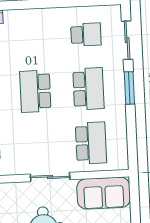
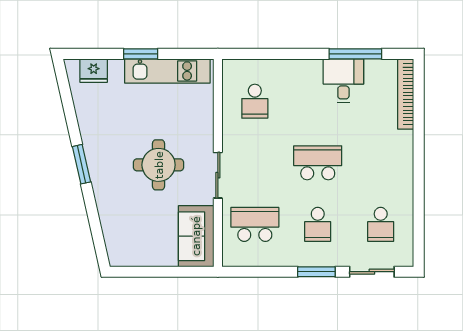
school desk: (88, 89) -> (318, 224), width x0.54
school desk: (91, 143) -> (255, 224), turned 180

